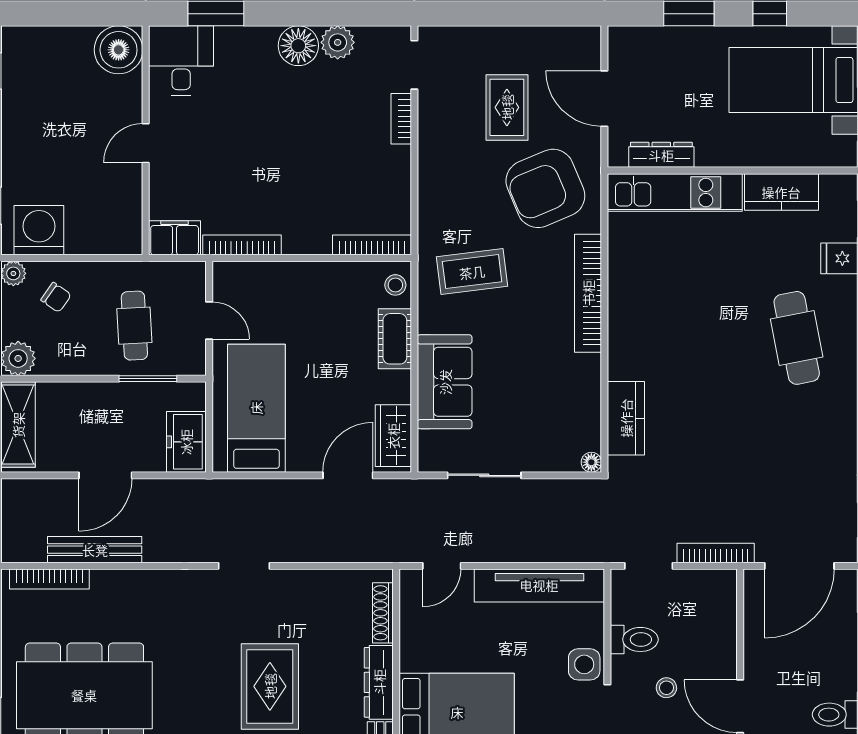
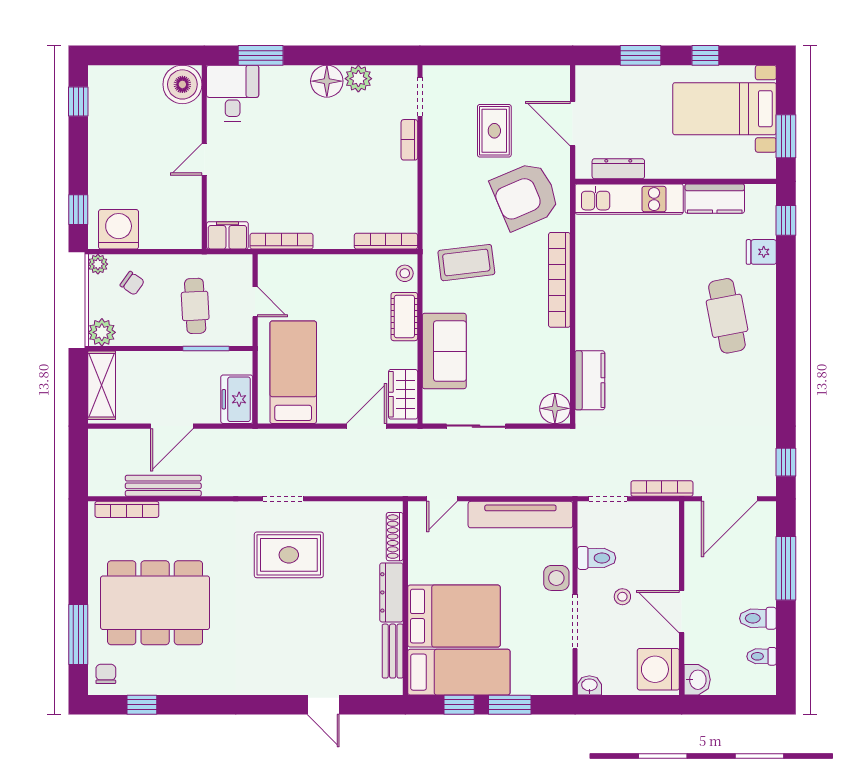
floor lamp: (591, 462) -> (555, 408), width x1.89, depth x1.89
rug: (270, 686) -> (289, 555), moved, turned 90

